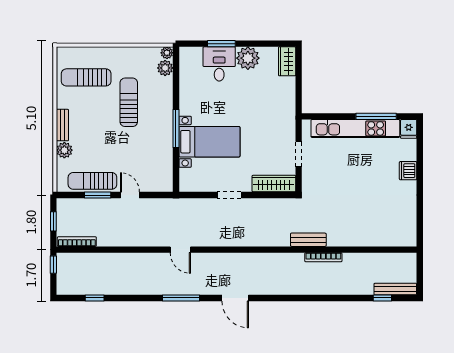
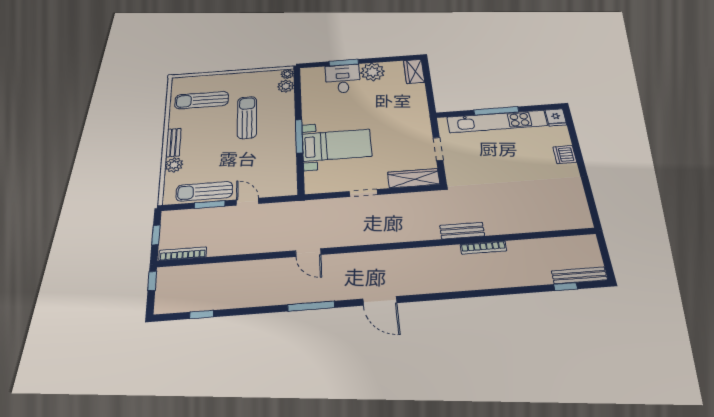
window: (376, 116) -> (496, 111), moved

